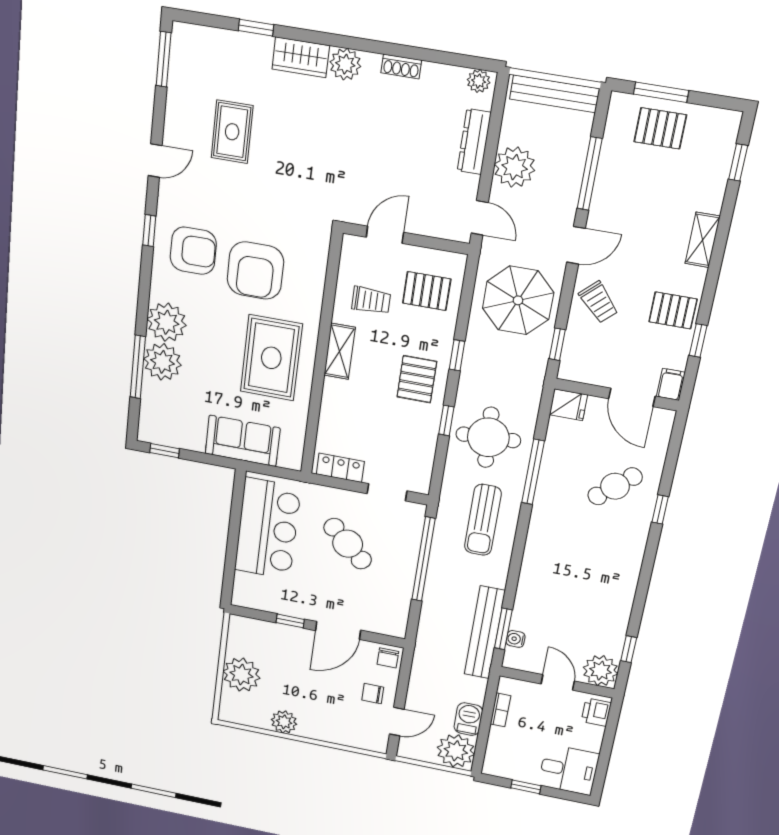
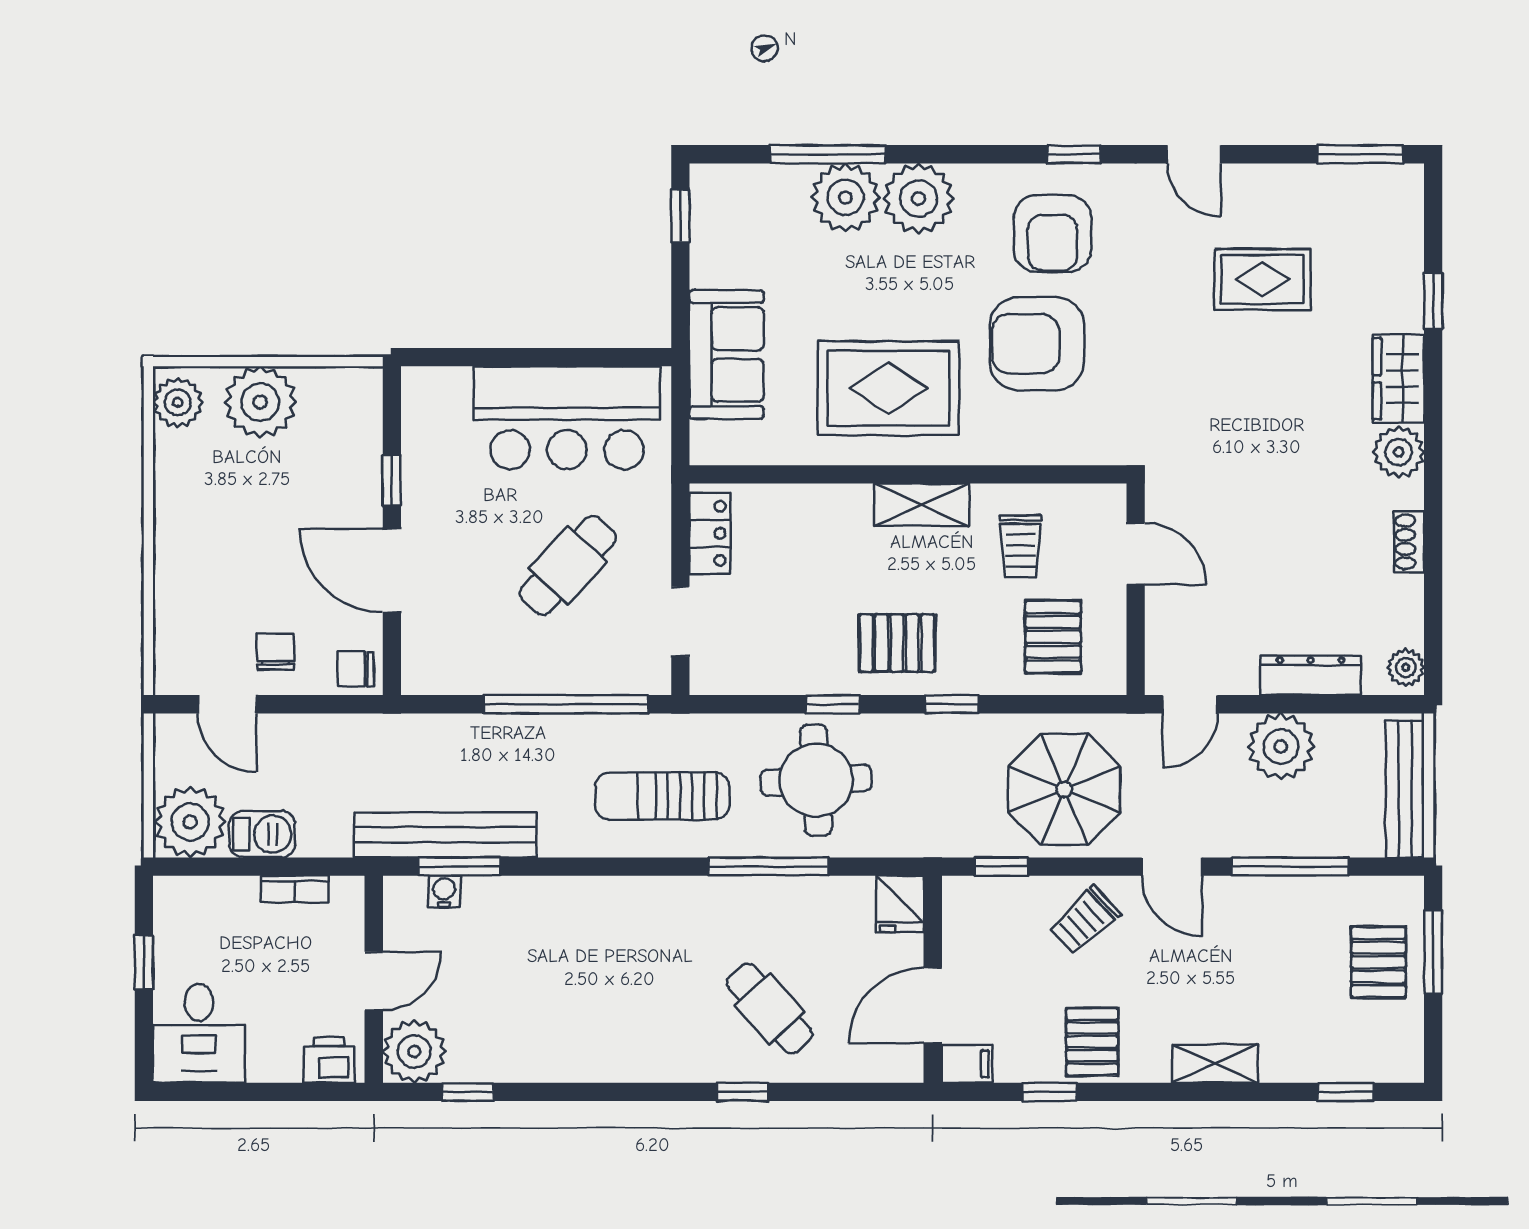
plant: (284, 722) -> (178, 402), moved

